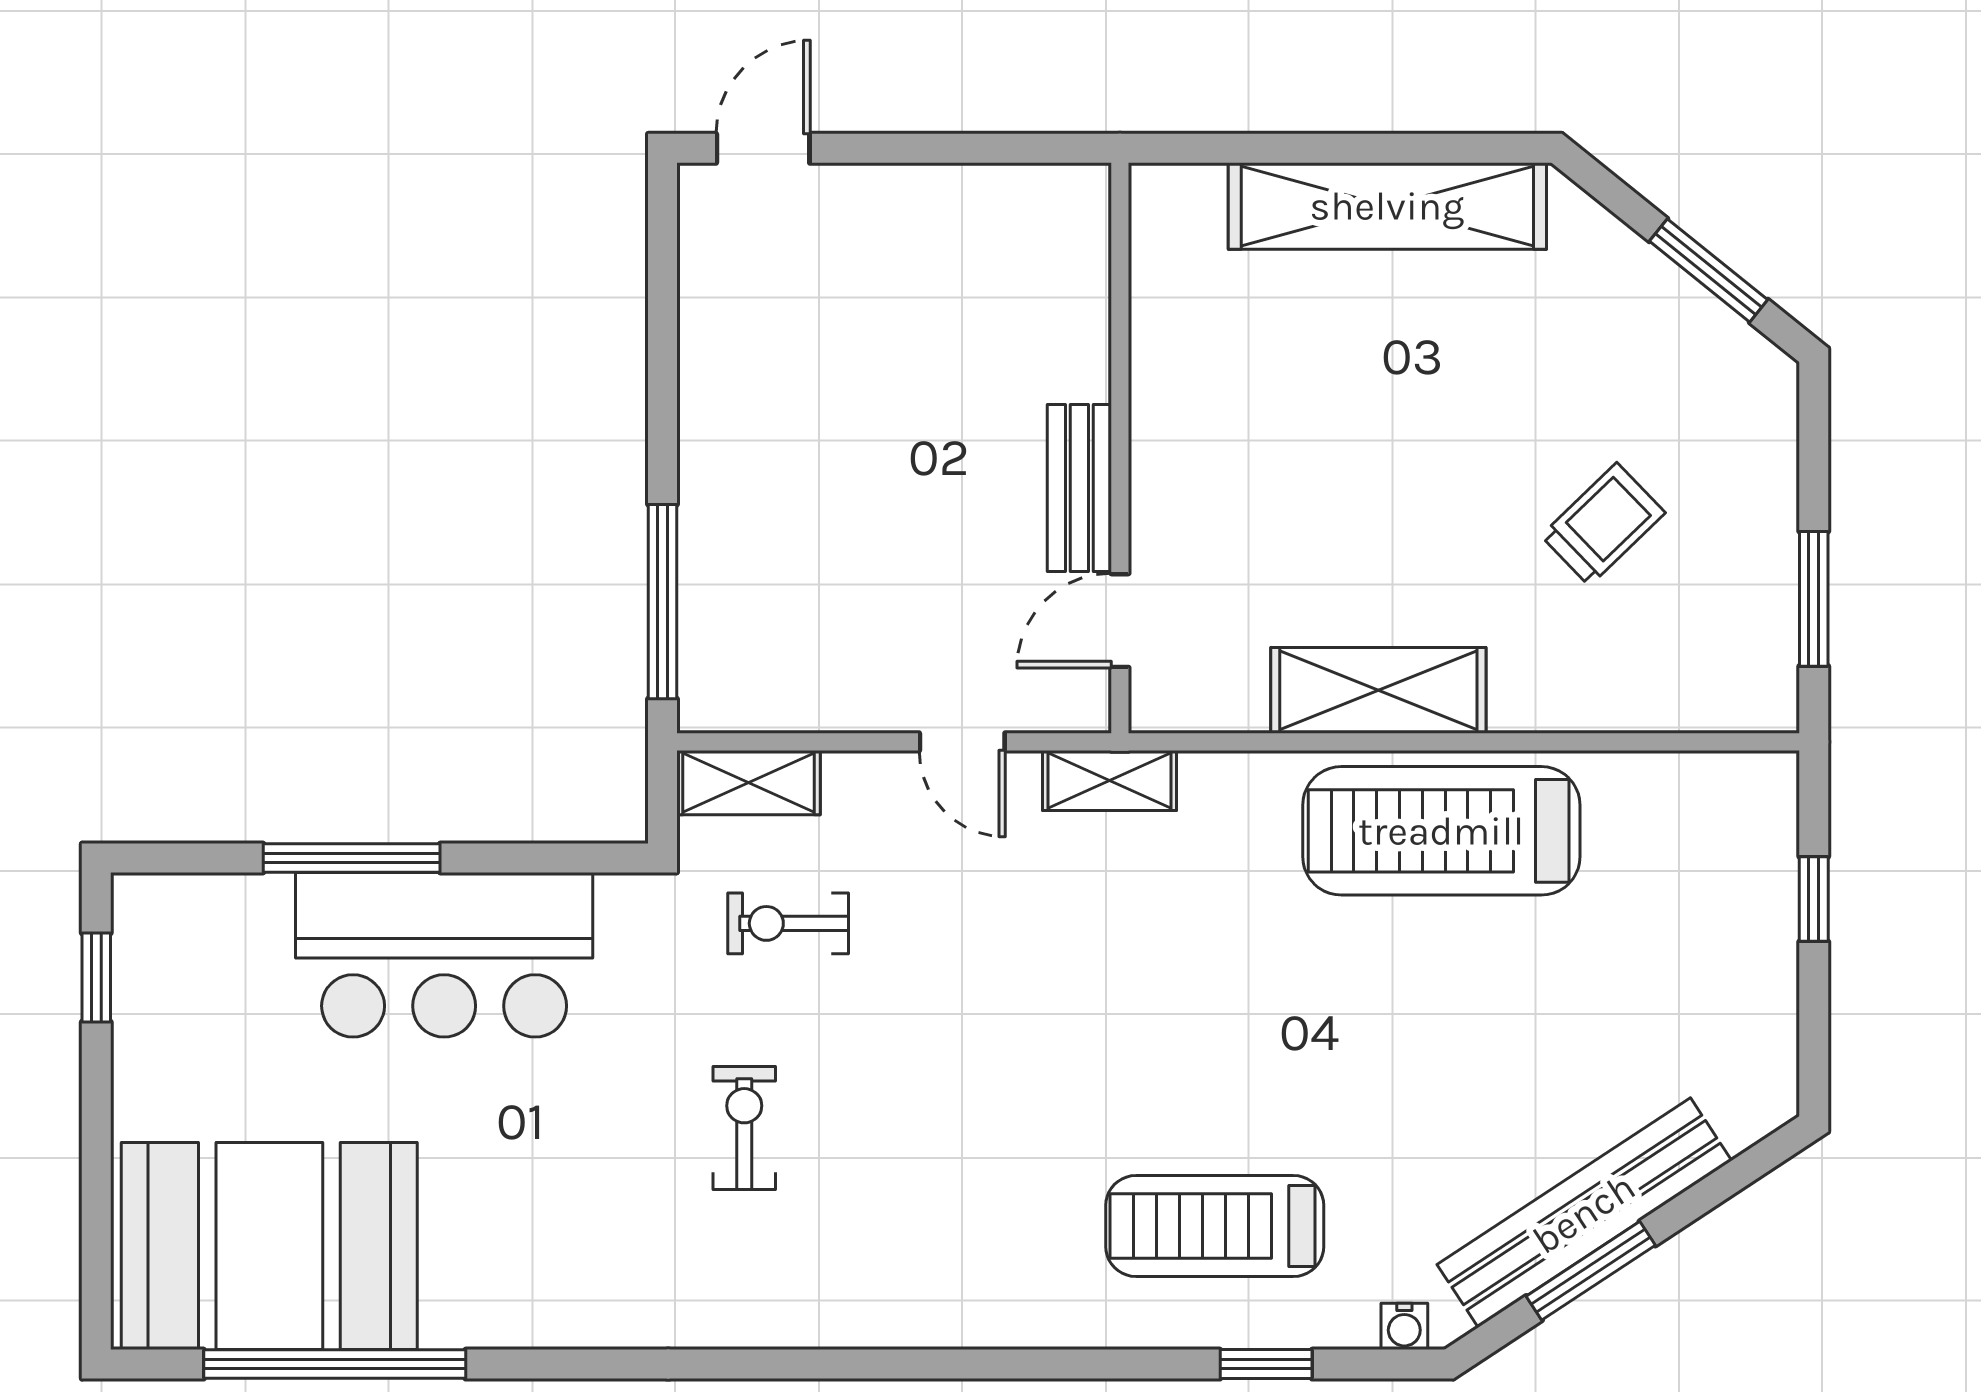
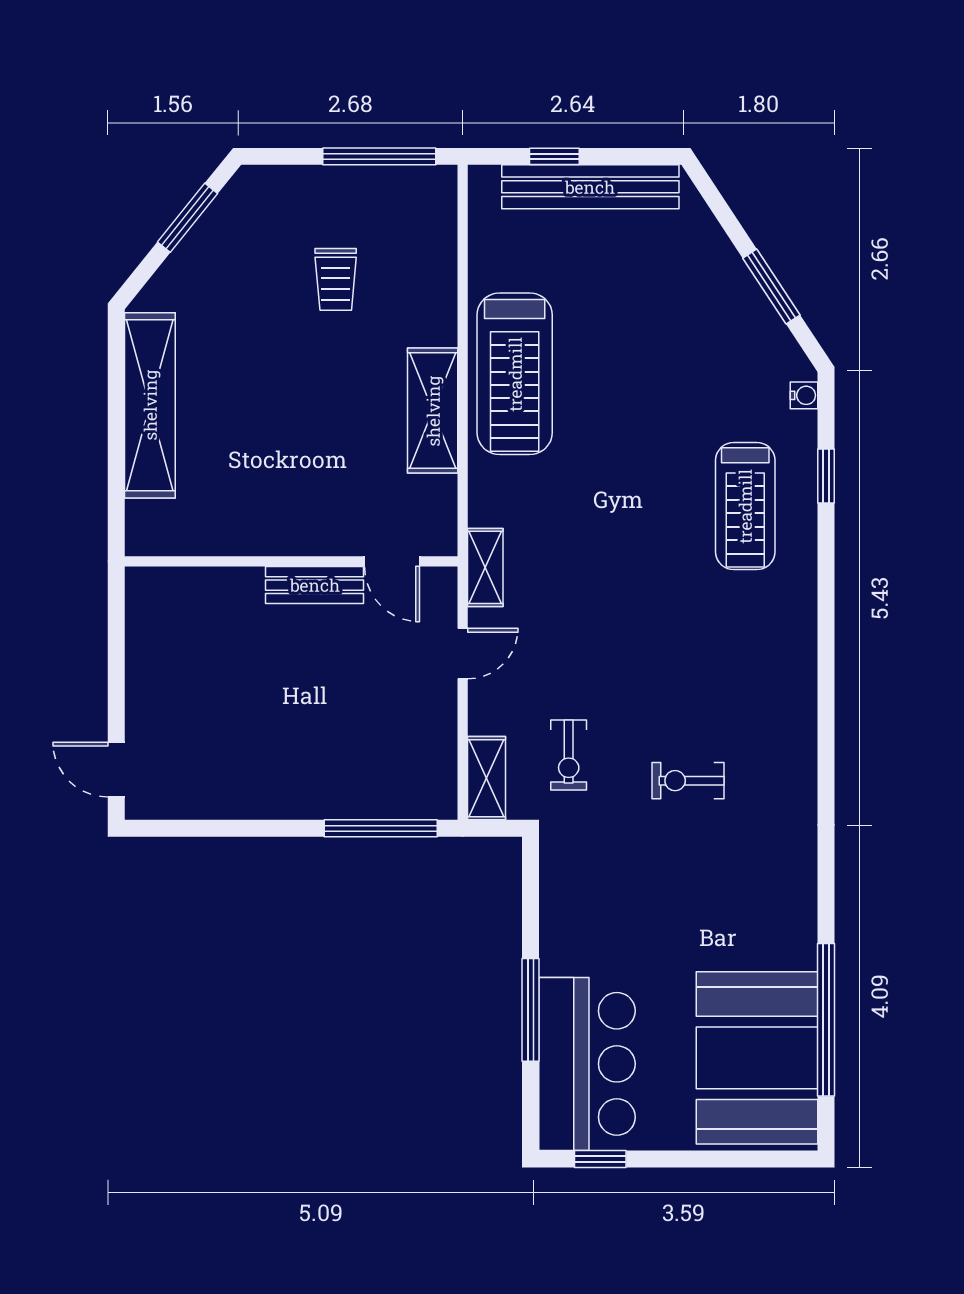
trolley: (1603, 524) -> (336, 279), turned -136
window: (1814, 599) -> (379, 156), width x1.44
bar counter: (444, 955) -> (587, 1064), moved
bench: (1584, 1213) -> (590, 187), moved, turned -57

